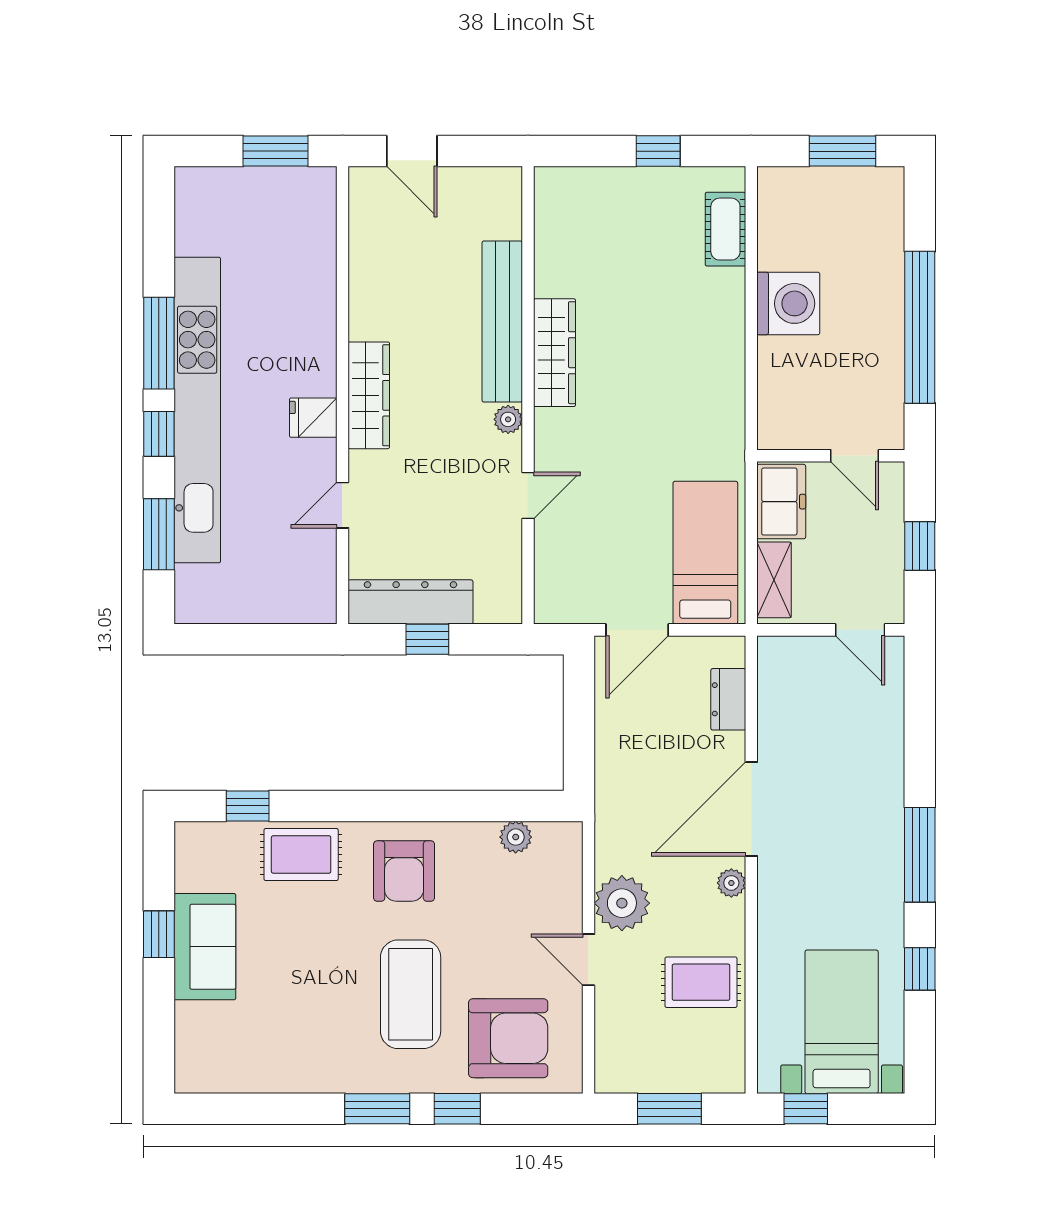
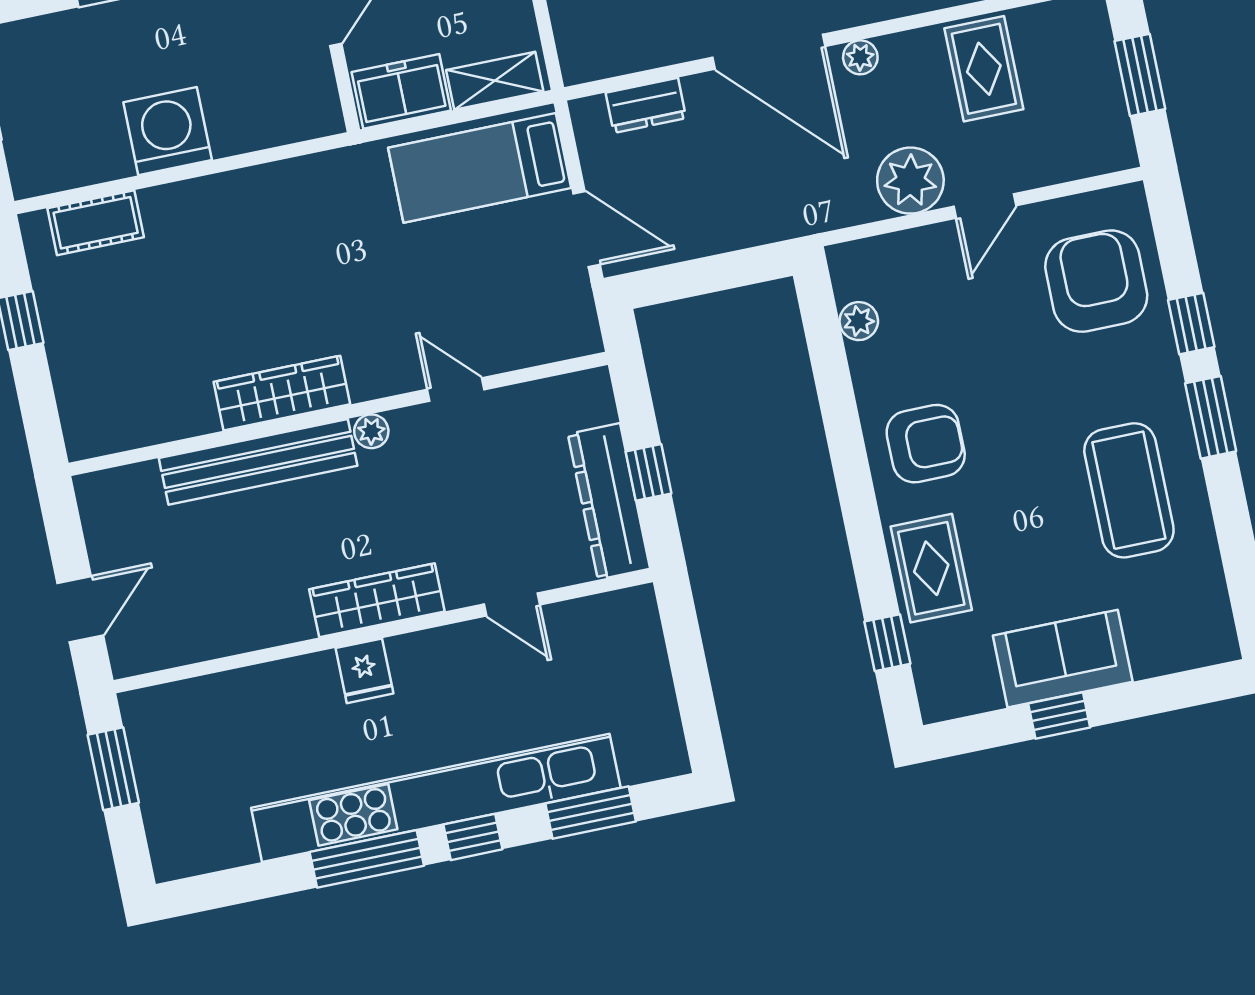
fridge: (313, 418) -> (364, 671), moved
coffee table: (411, 994) -> (1129, 490), moved, turned 90

